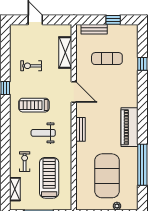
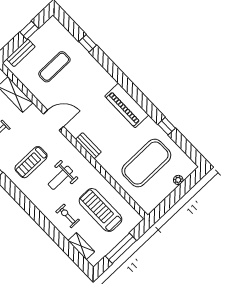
window: (142, 165) -> (167, 126), width x0.32
exercise mat: (107, 176) -> (146, 163), turned 90

